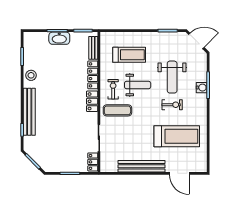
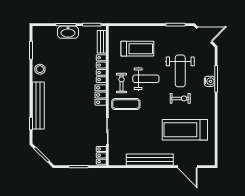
treadmill: (177, 136) -> (185, 130), turned 180

